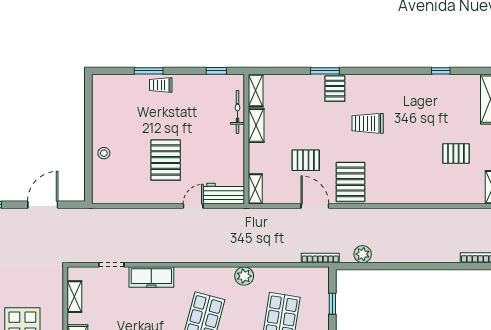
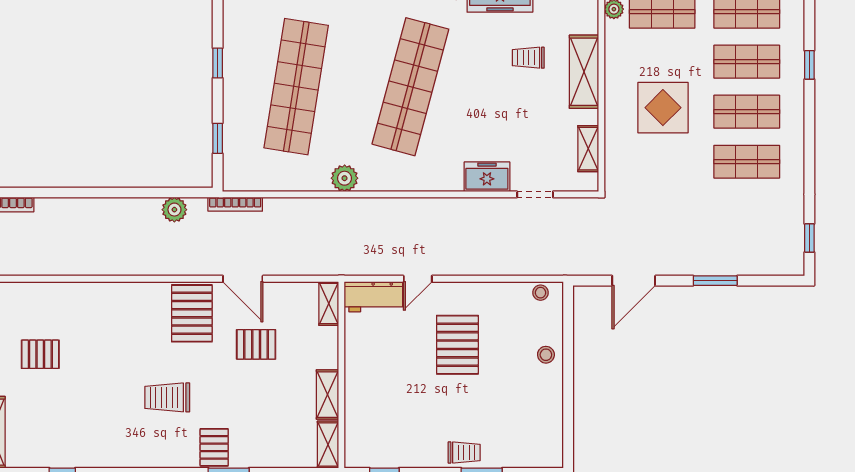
bicycle: (238, 112) -> (354, 414), removed
trolley: (368, 123) -> (167, 397), turned 180
stool: (108, 196) -> (540, 293), added
freezer: (151, 277) -> (487, 177), width x0.71

